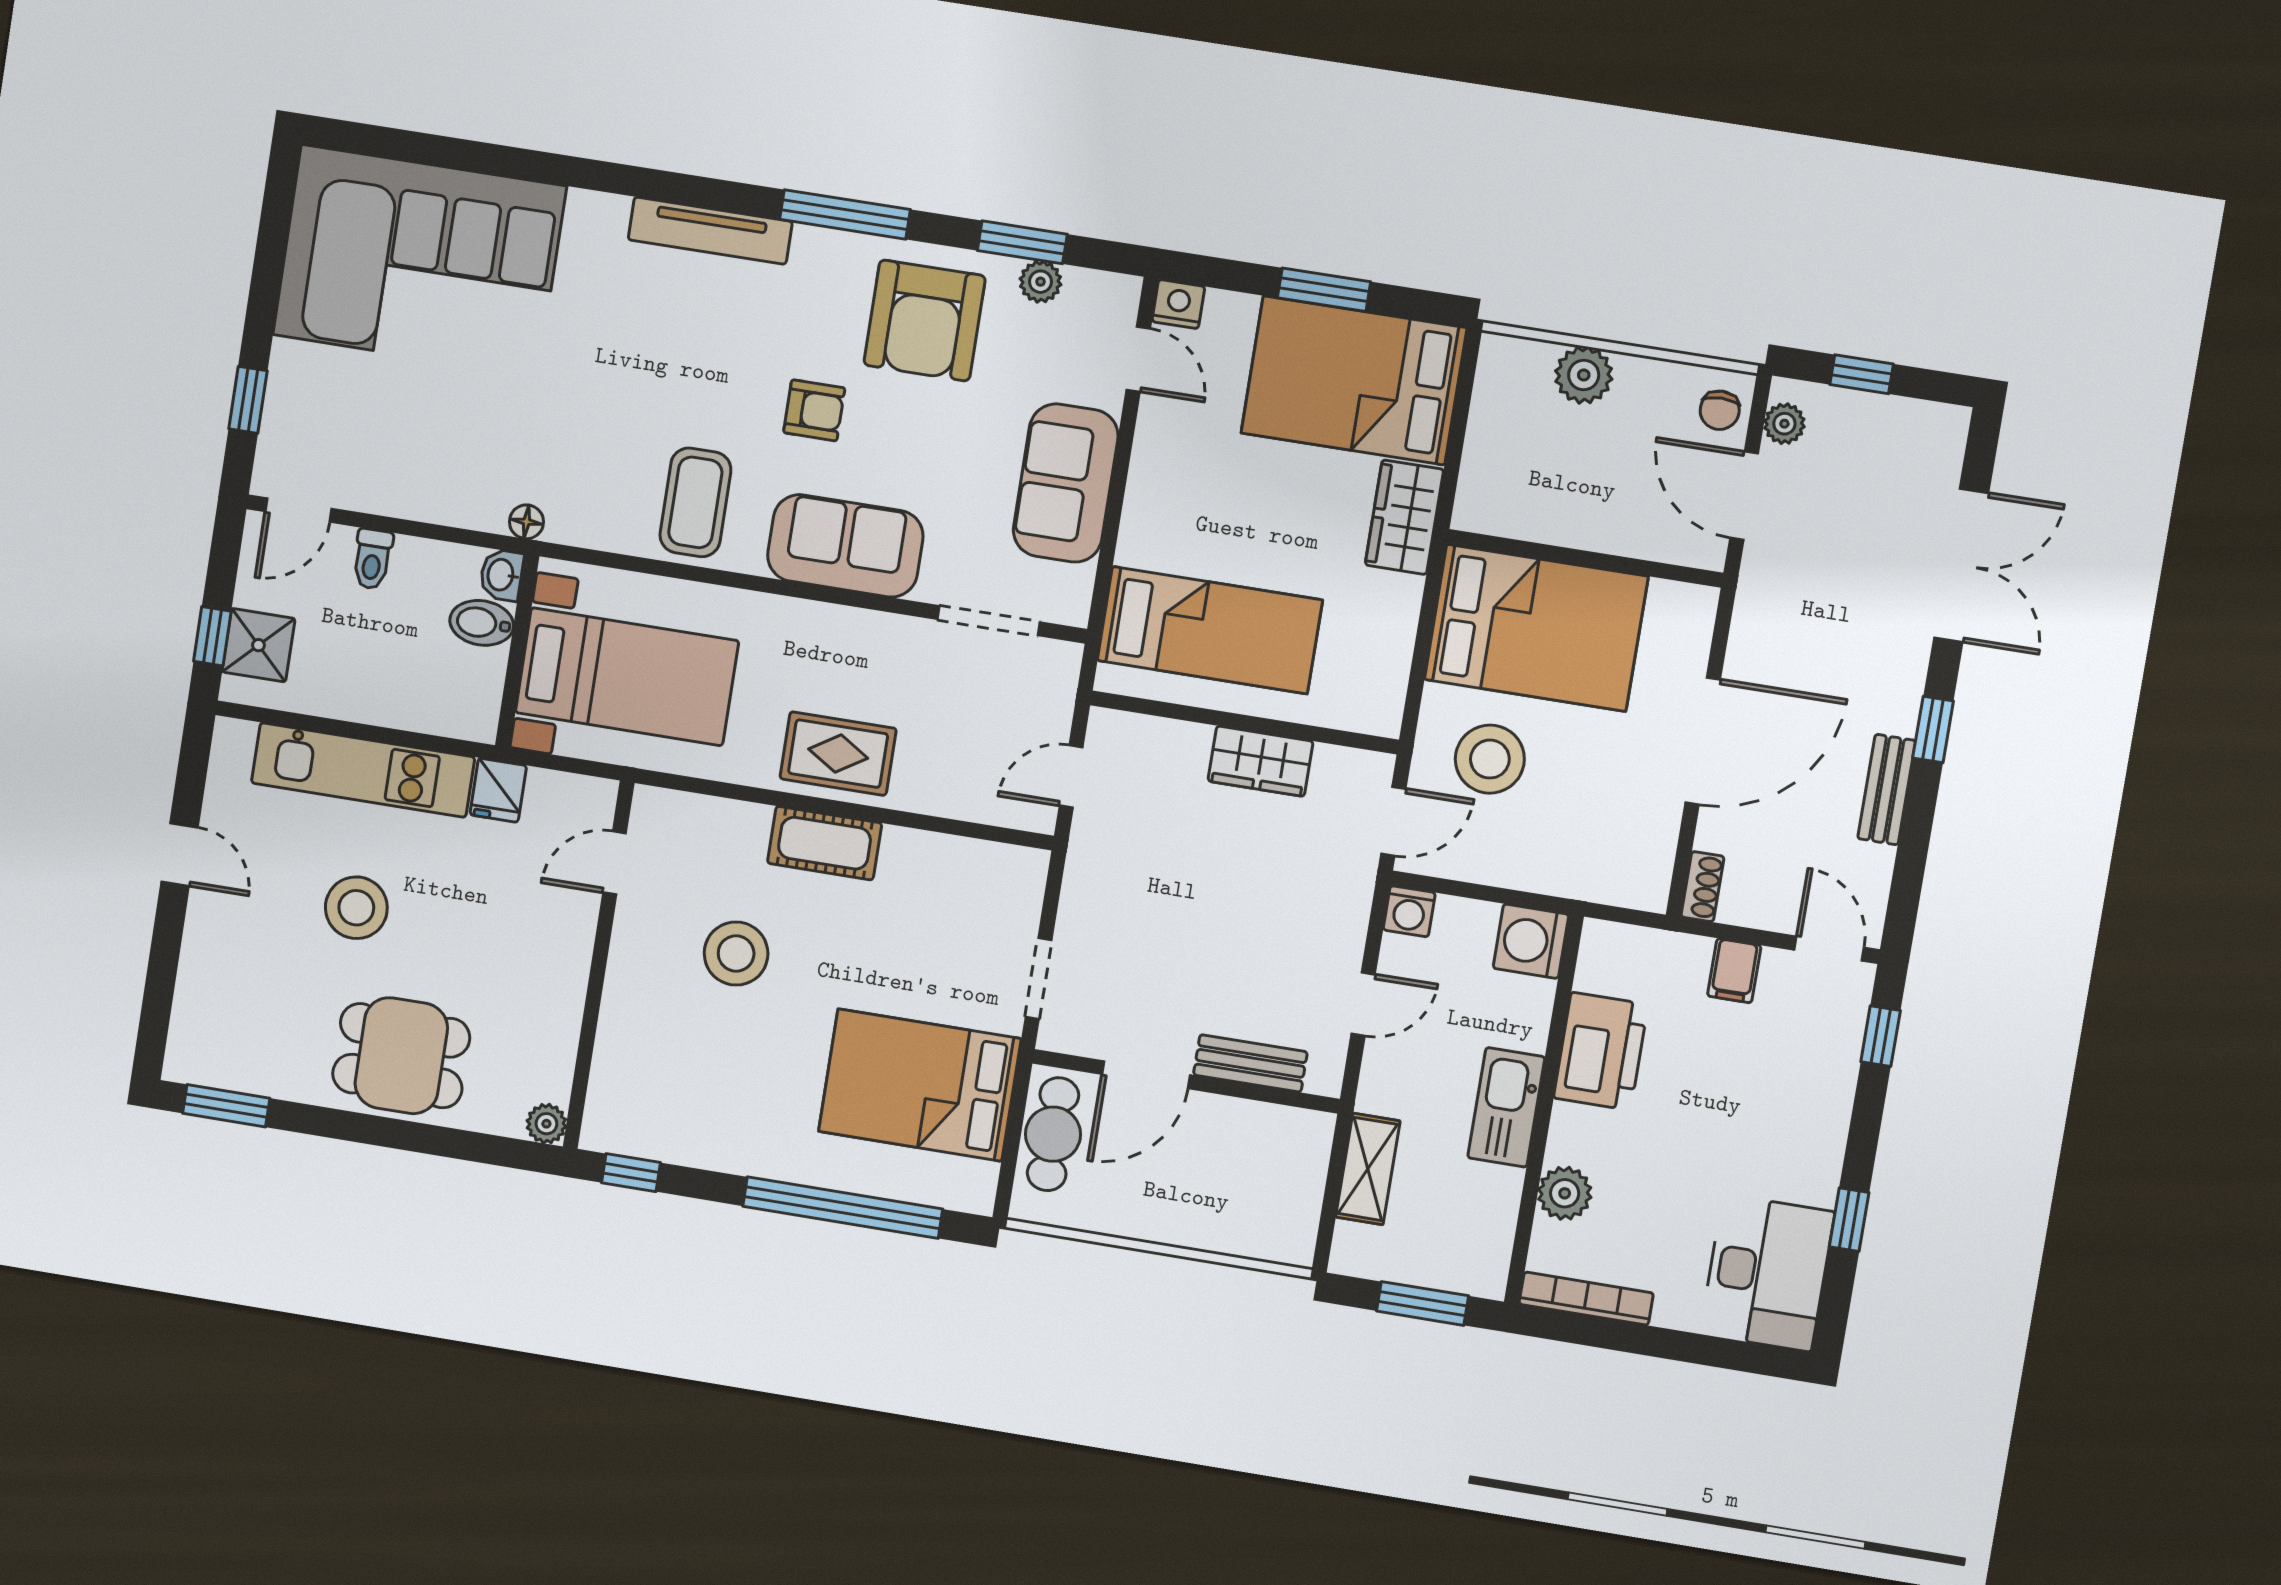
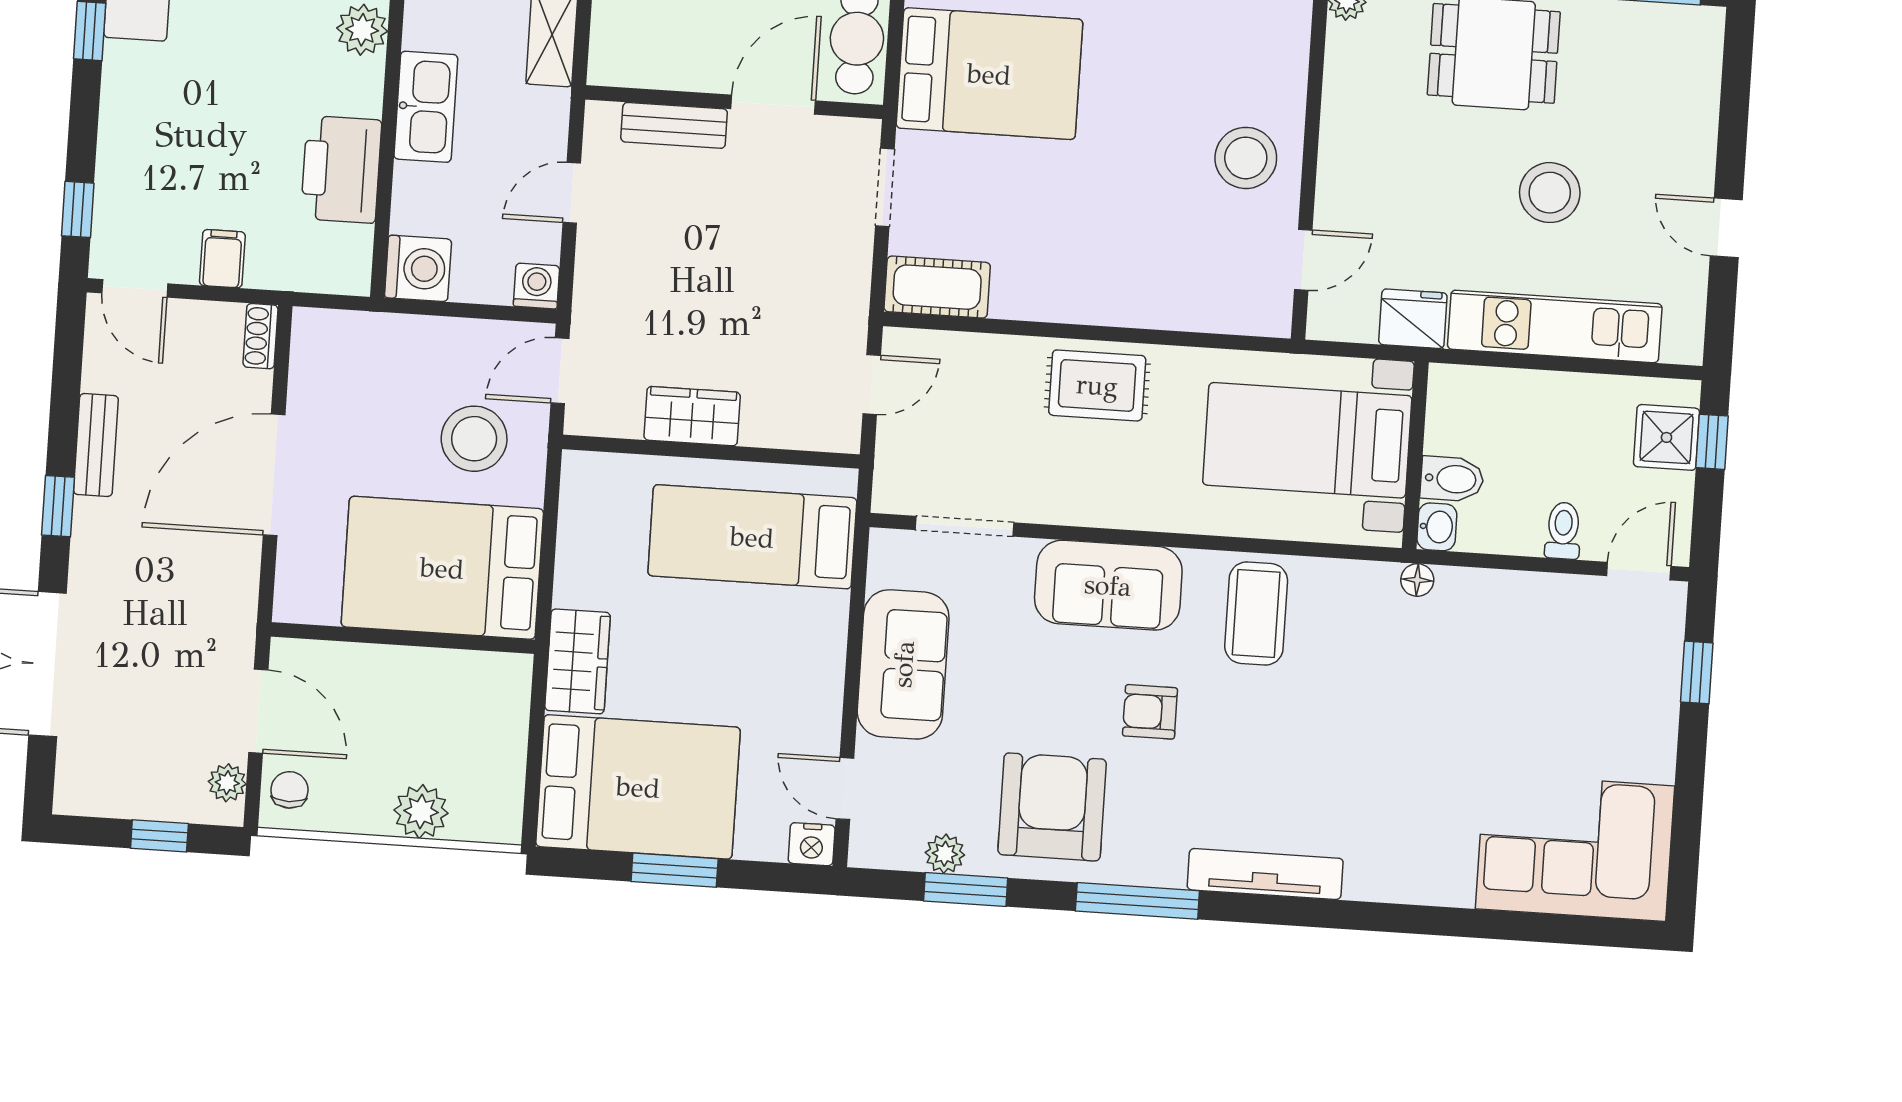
corner sofa: (419, 261) -> (1575, 847), width x0.73, depth x0.74
fridge: (498, 790) -> (1413, 319), width x1.38
cot: (825, 843) -> (937, 287), moved
stool: (736, 954) -> (1246, 158), moved

